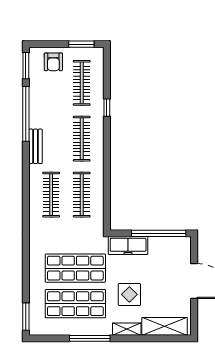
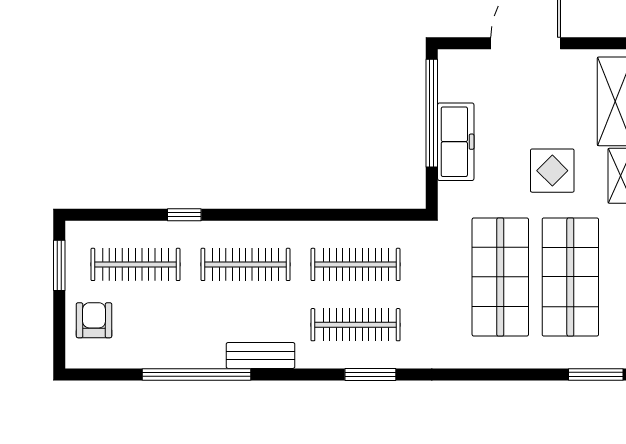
armchair: (53, 62) -> (94, 320), turned -90
window: (26, 66) -> (370, 374), moved
freezer: (128, 245) -> (456, 142), moved

